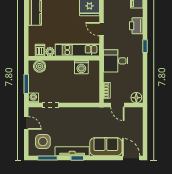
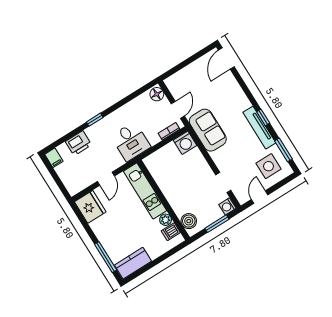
washing machine: (81, 67) -> (185, 143), moved, turned 90
sofa: (106, 147) -> (208, 130), moved, turned 180

